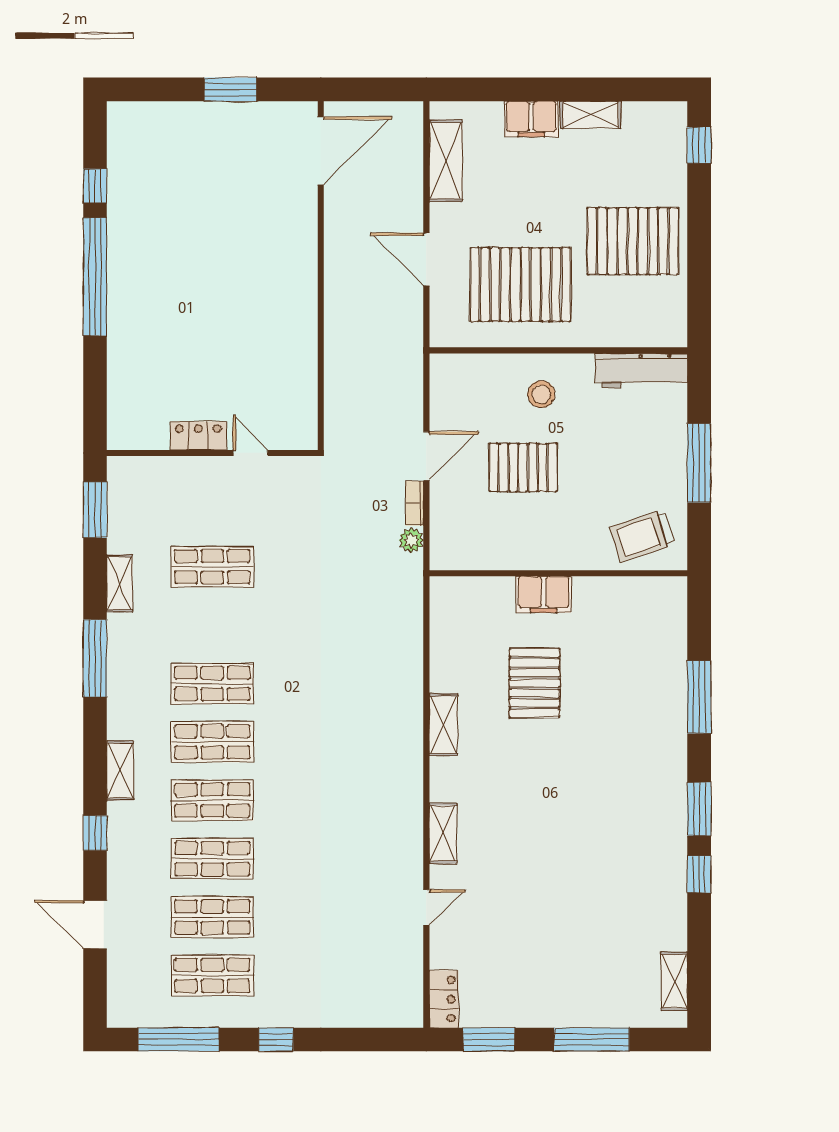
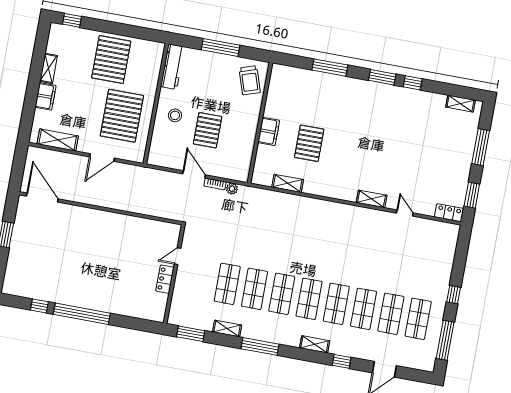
shop shelf: (212, 625) -> (255, 289), added
pallet: (534, 683) -> (309, 143), turned 90
shelving: (443, 725) -> (288, 183), moved

